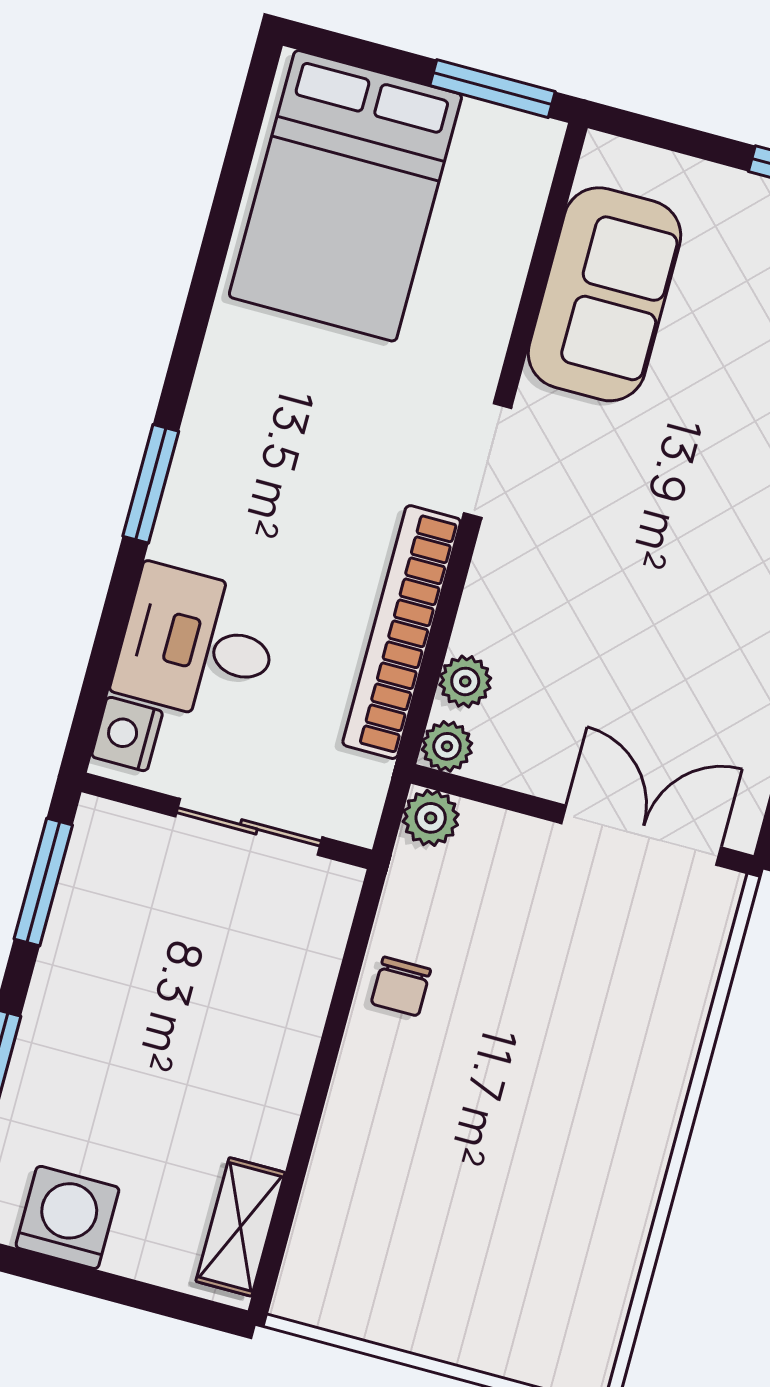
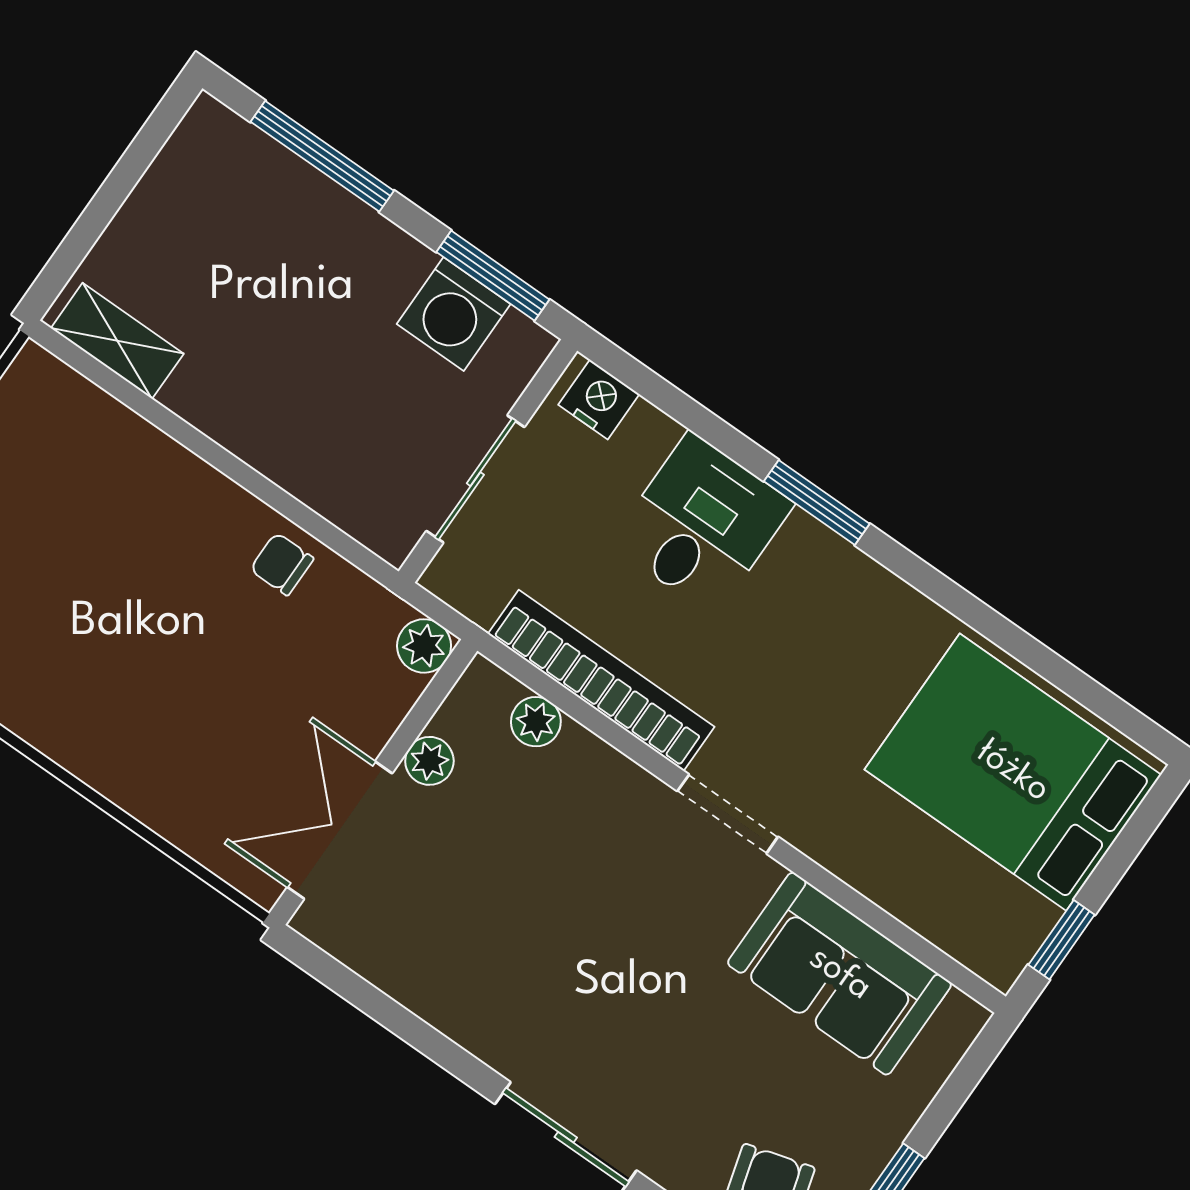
window: (492, 89) -> (1062, 940), width x0.67
desk: (197, 644) -> (702, 524), moved
plant: (447, 746) -> (429, 761), moved
double door: (641, 835) -> (340, 830), swing flipped
washing machine: (67, 1217) -> (454, 314), moved, turned 90

